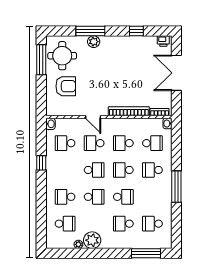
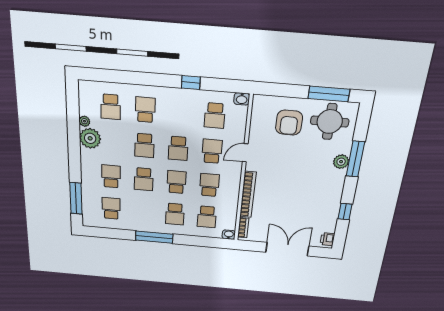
school desk: (65, 143) -> (215, 116), turned 180
school desk: (152, 170) -> (175, 214), turned 180

